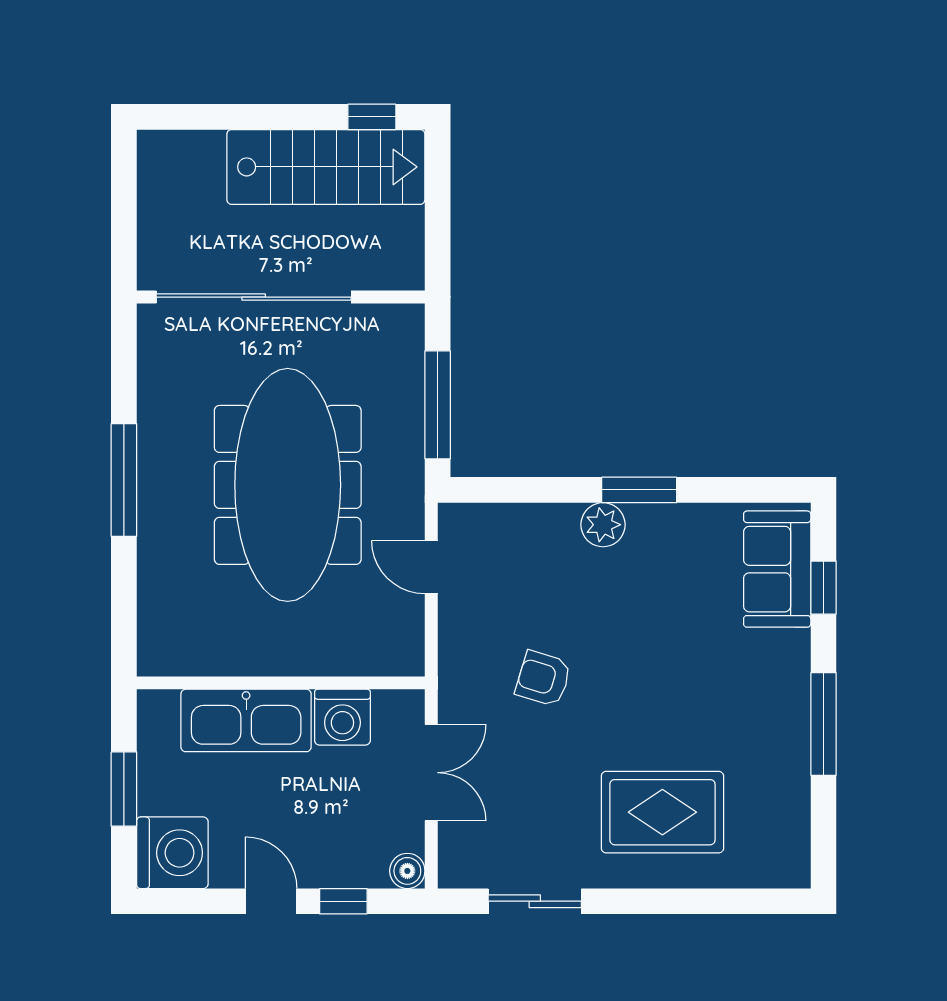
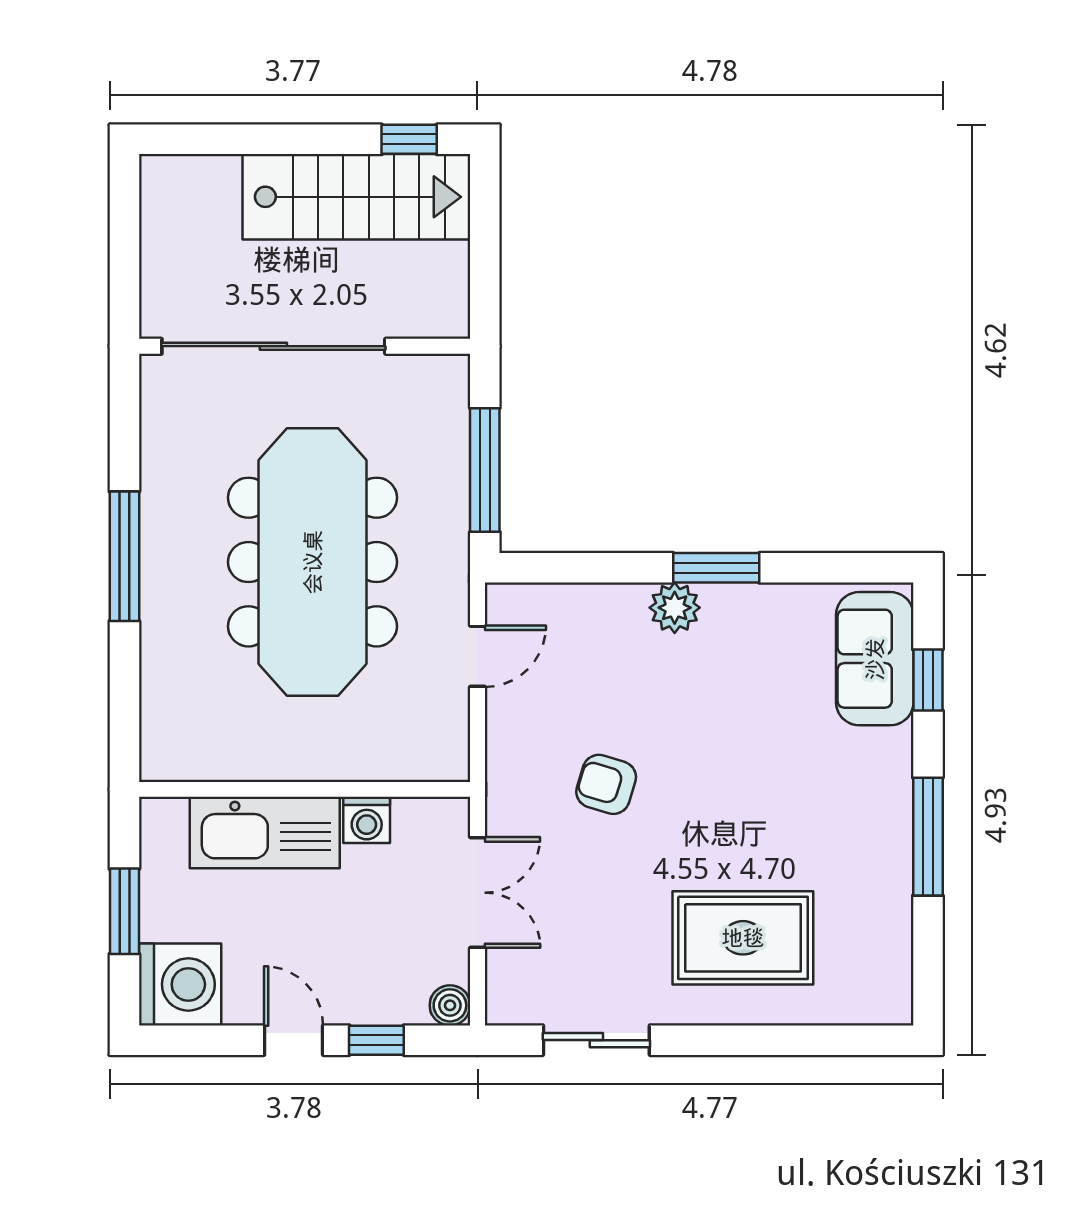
door: (431, 567) -> (477, 656), swing flipped
washing machine: (342, 717) -> (367, 820), width x0.73, depth x0.73

